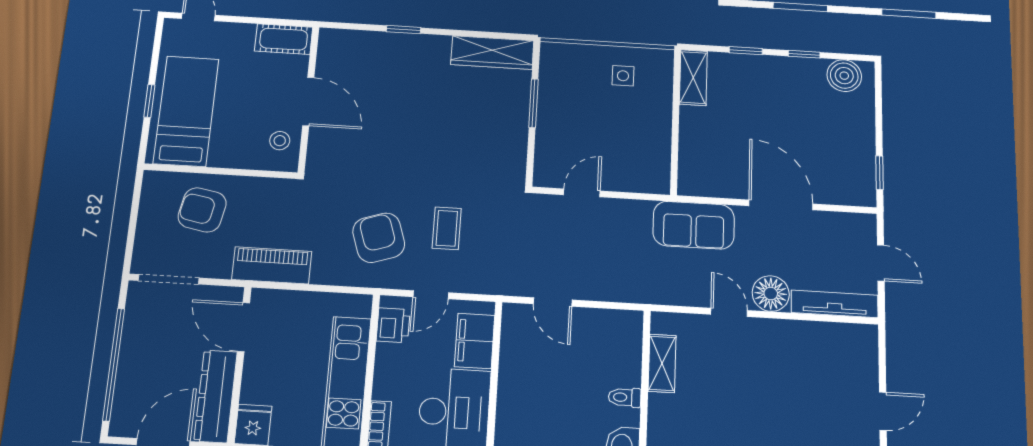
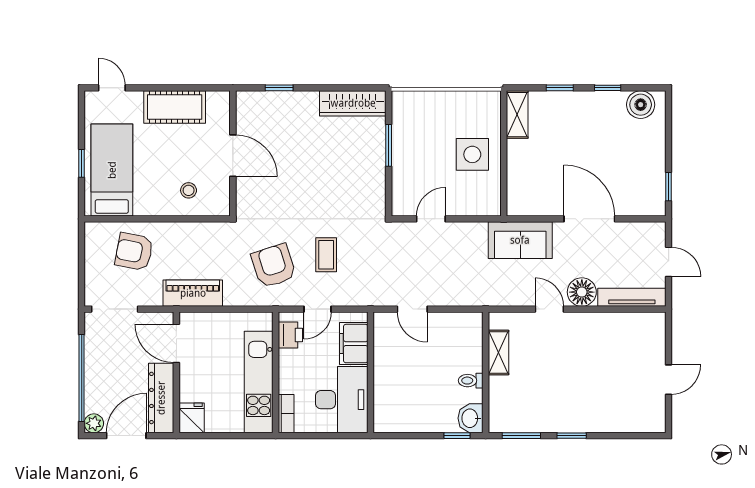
cot: (284, 39) -> (175, 107), width x1.37, depth x1.34
side table: (623, 76) -> (472, 154), moved, width x1.87, depth x1.87
wall: (309, 99) -> (233, 153), moved
door: (308, 102) -> (233, 156), moved
plant: (122, 424) -> (94, 423), added

